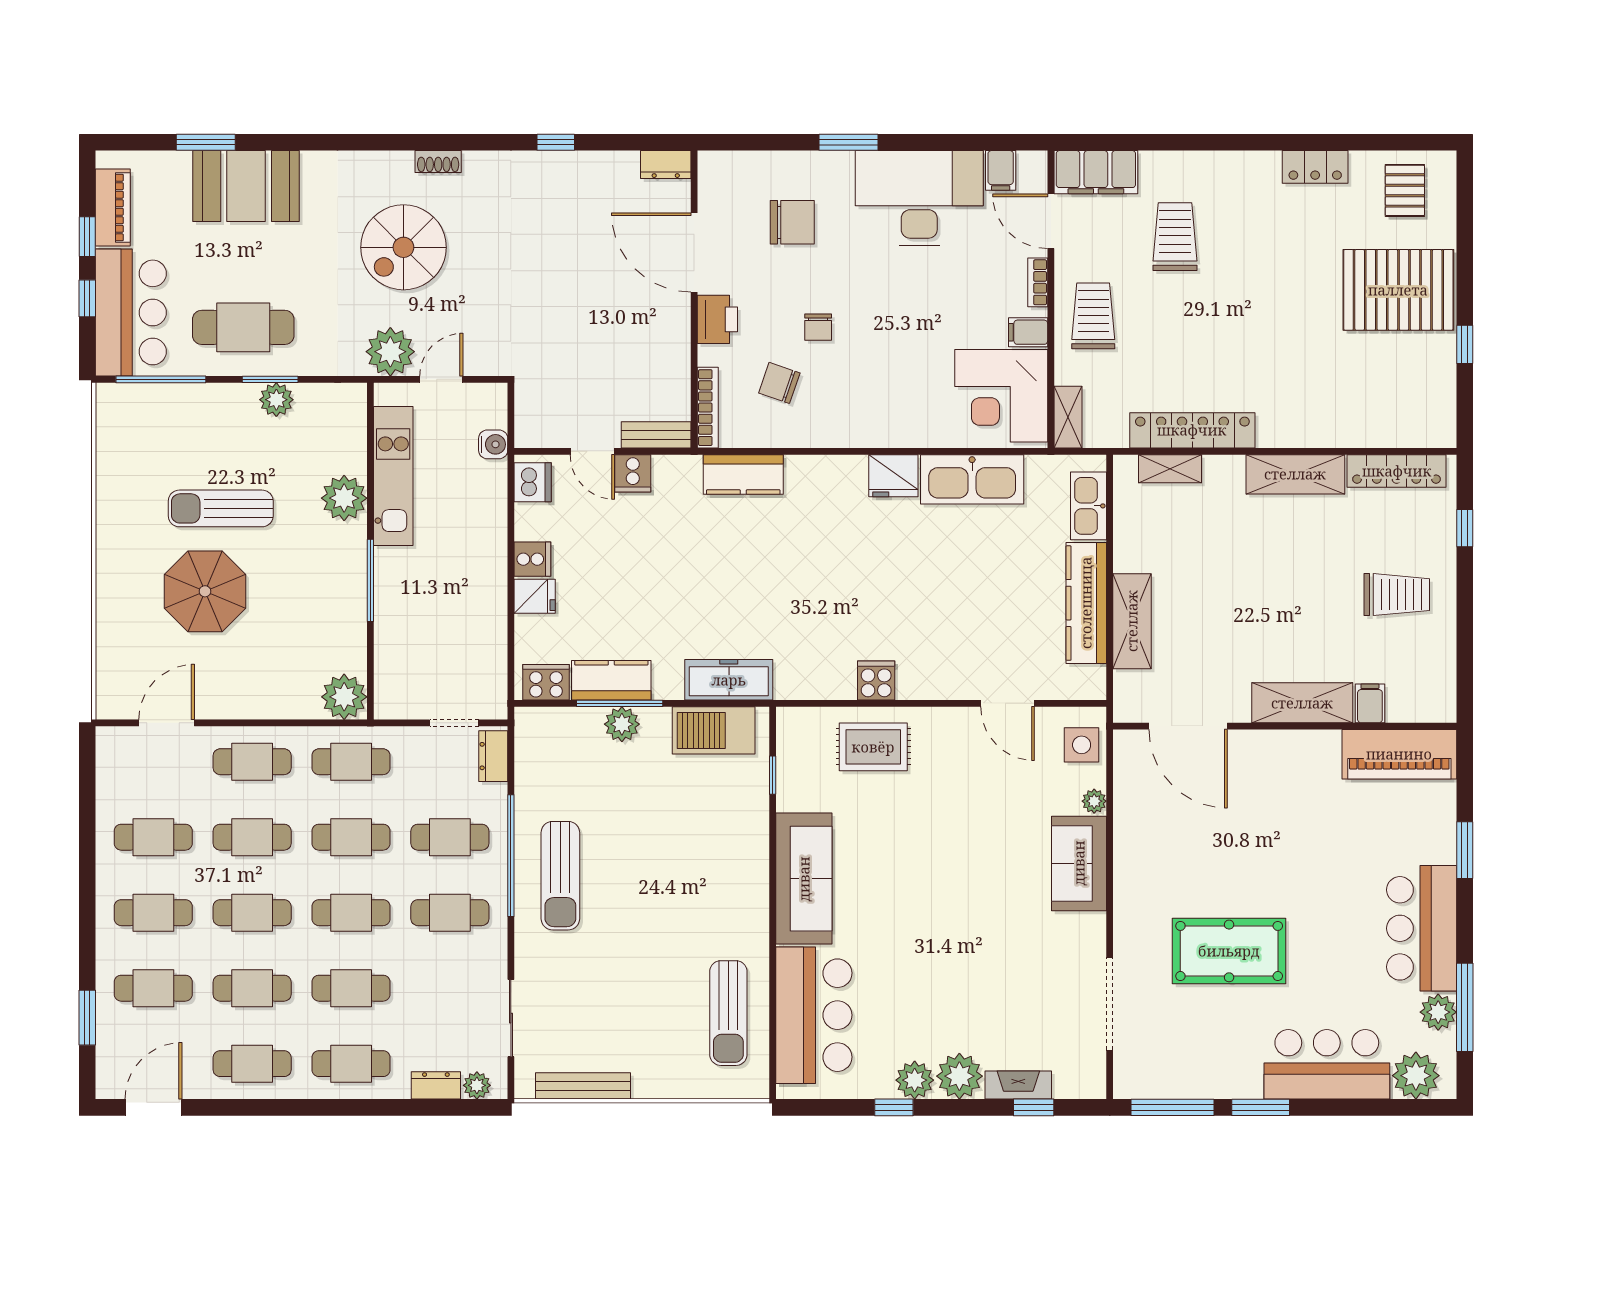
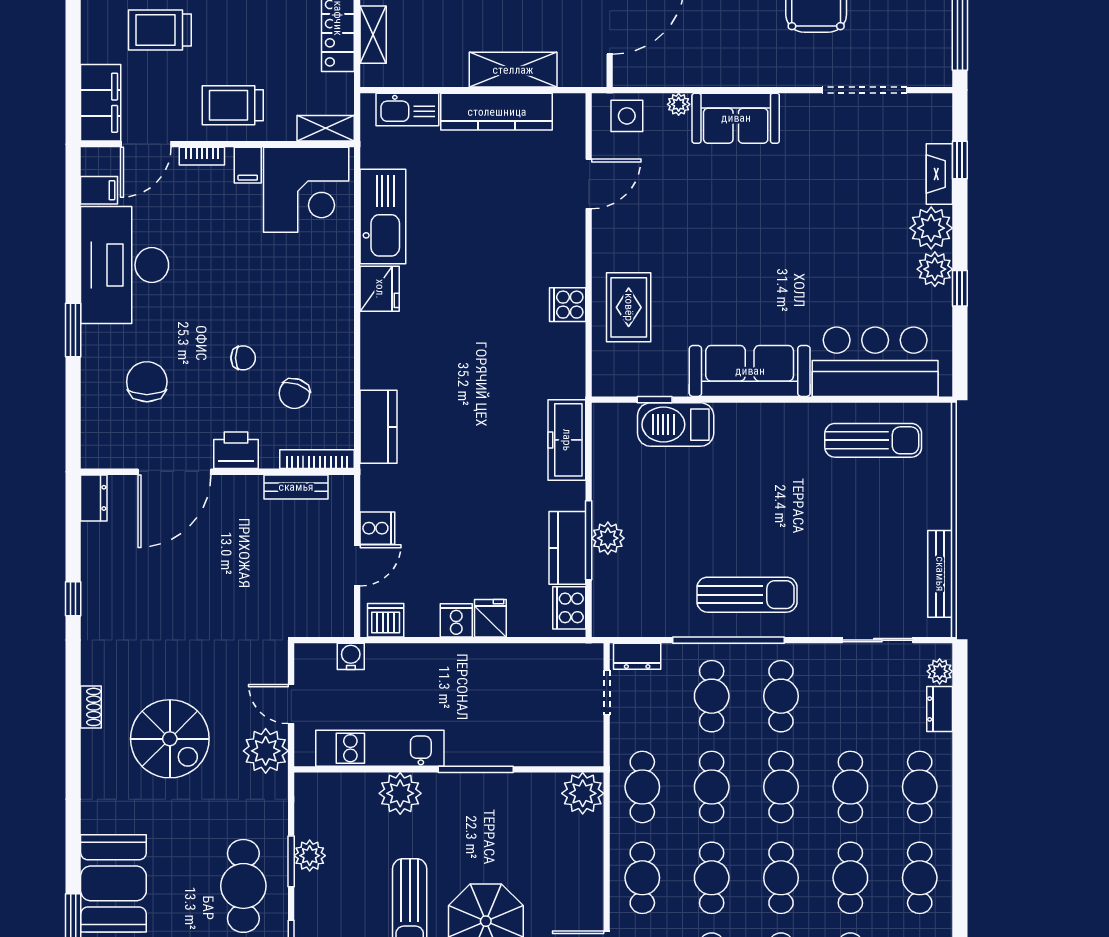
bench: (656, 435) -> (296, 487), moved, turned 90
barbecue: (714, 730) -> (676, 425), moved, turned 90

